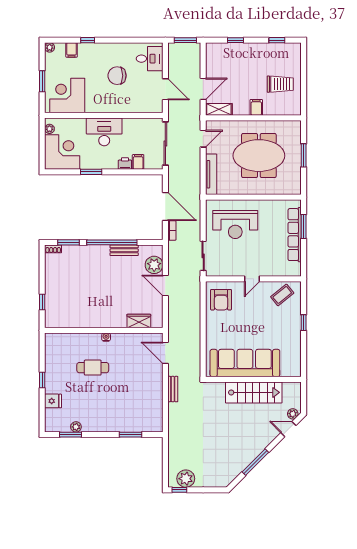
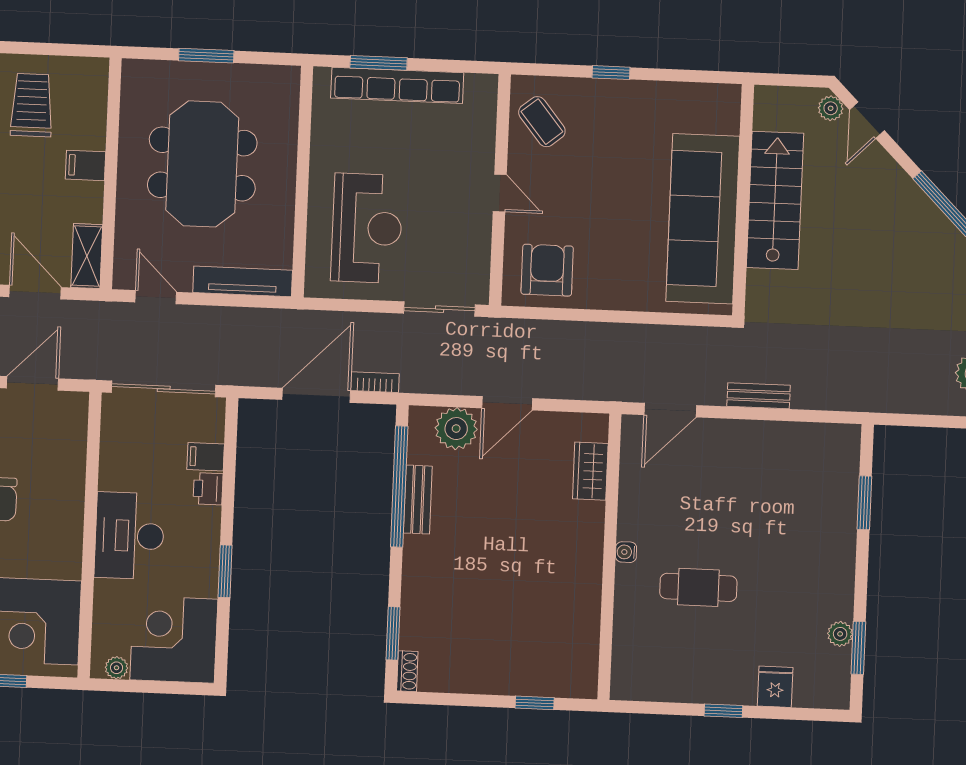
window: (112, 242) -> (399, 486), moved
armchair: (221, 300) -> (547, 270), turned -90
cafe table: (93, 368) -> (698, 587), turned 90

